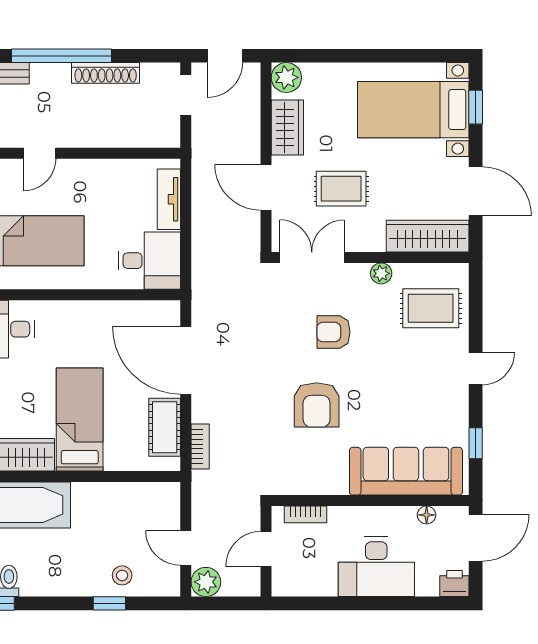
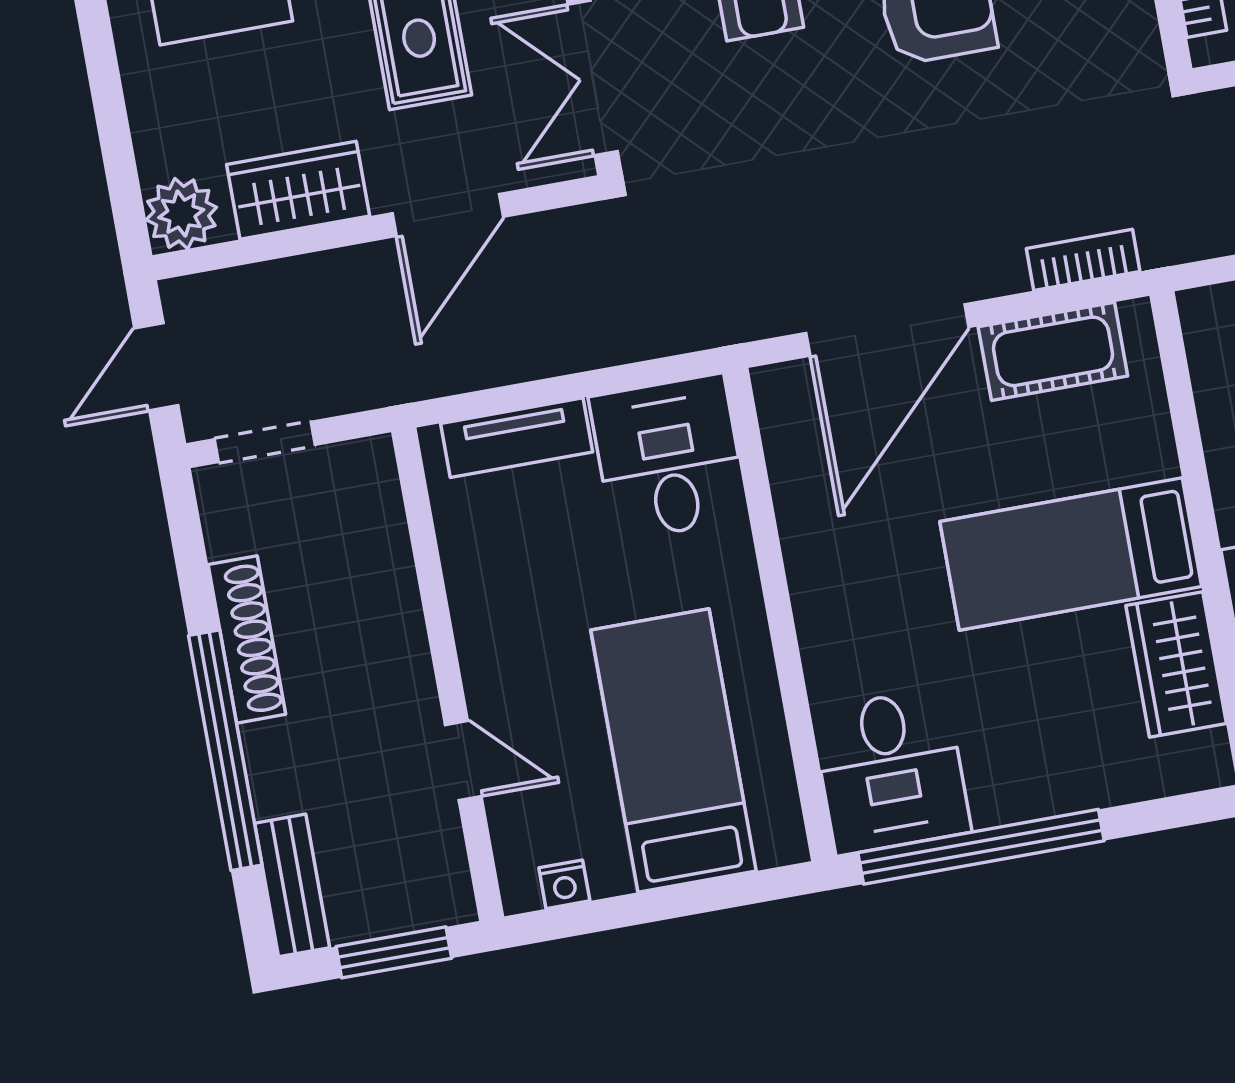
door: (225, 56) -> (156, 367), swing flipped

